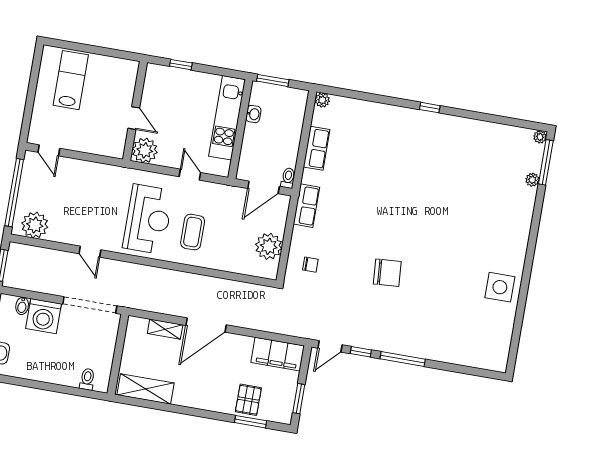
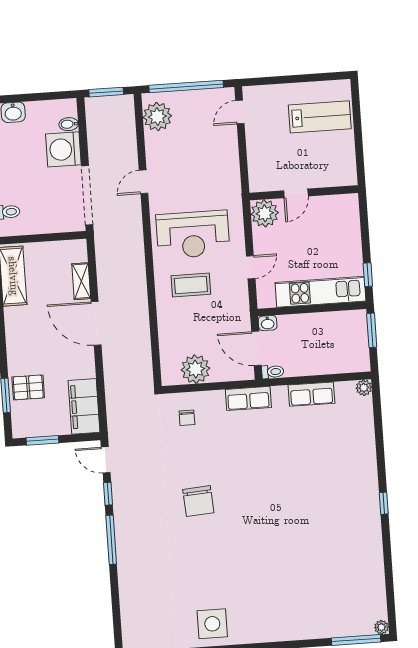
window: (181, 65) -> (368, 275), moved
washbasin: (253, 114) -> (268, 323), moved
plant: (532, 180) -> (334, 630), removed

